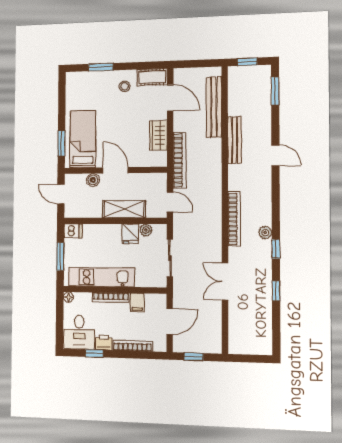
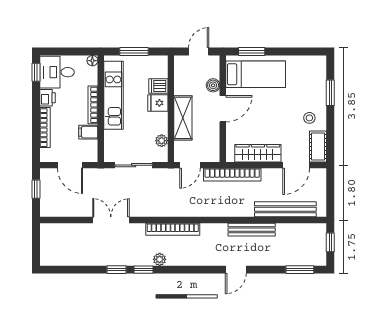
wardrobe: (158, 135) -> (258, 153), width x1.50
dishwasher: (73, 231) -> (158, 86), moved, turned 90
fridge: (130, 234) -> (158, 103), moved
window: (276, 291) -> (116, 270), moved
window: (94, 353) -> (36, 72), moved

